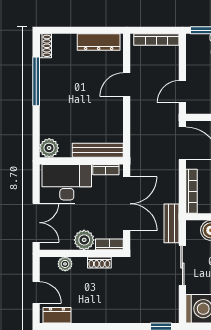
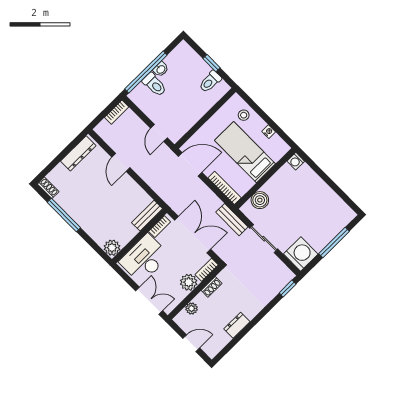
bookcase: (156, 40) -> (117, 112), width x0.64
bench: (98, 150) -> (147, 216), width x0.73
dresser: (57, 315) -> (237, 325), moved

